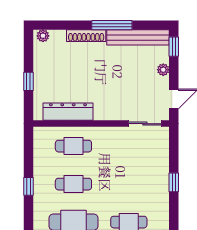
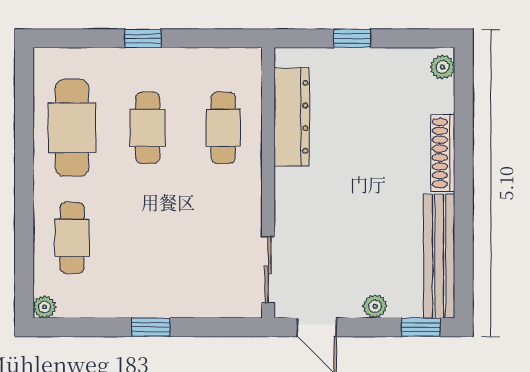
window: (112, 25) -> (464, 204), removed

